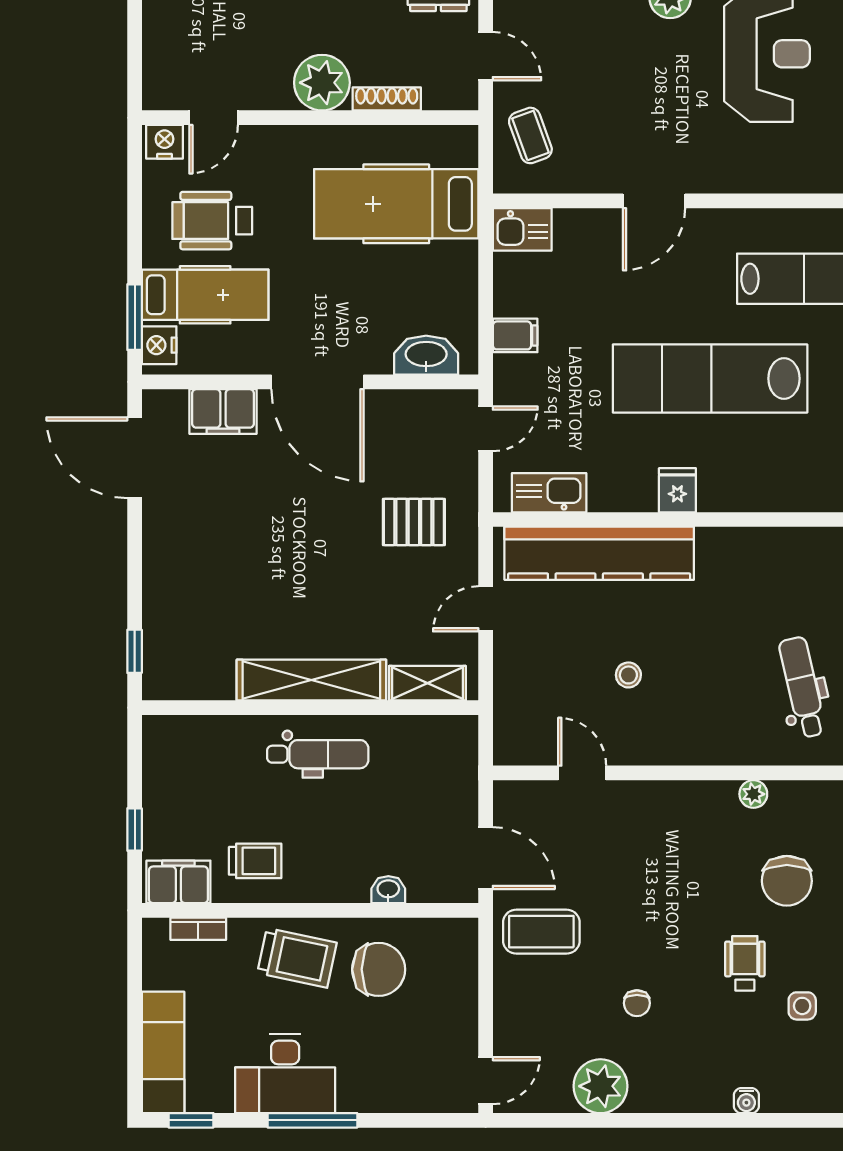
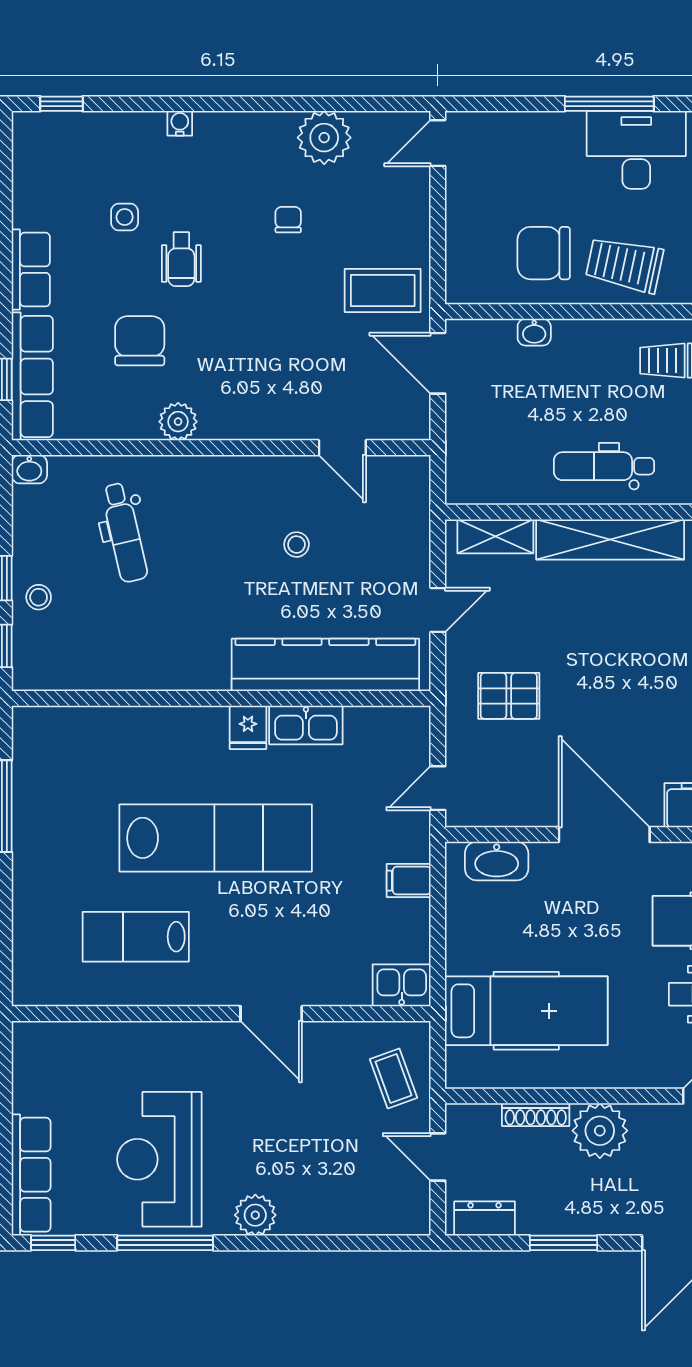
door: (654, 201) -> (271, 1014), swing flipped
kitchen sink: (549, 493) -> (306, 725), moved
plant: (753, 794) -> (178, 422), width x1.38, depth x1.38

